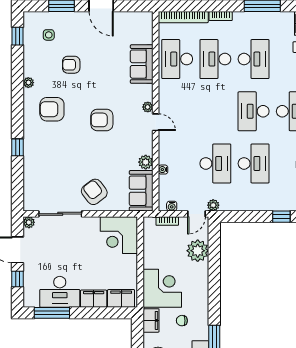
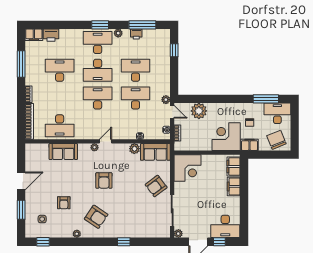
desk: (215, 59) -> (98, 98), moved, turned 180
armchair: (52, 109) -> (96, 217), turned -56
desk: (60, 292) -> (225, 226), moved, turned 90
window: (52, 313) -> (244, 217), removed

